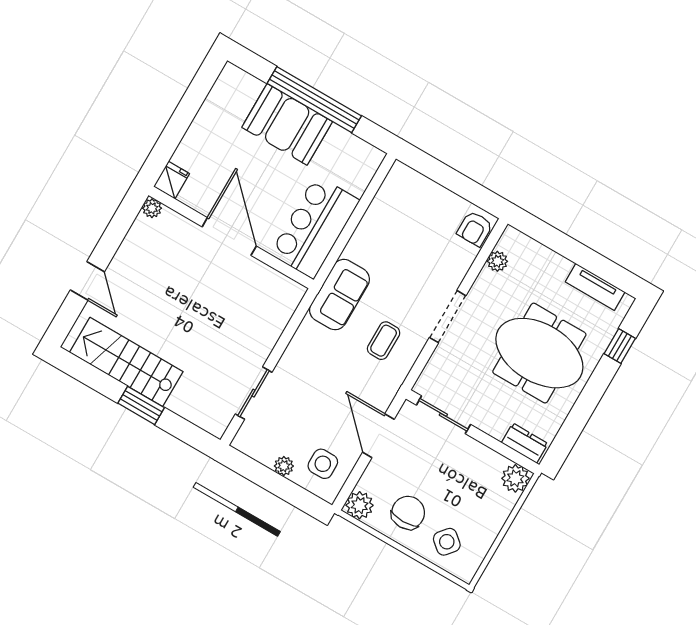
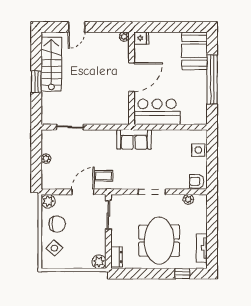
booth: (287, 124) -> (195, 51), moved
coffee table: (384, 341) -> (103, 176), moved
side table: (323, 464) -> (198, 150), moved

